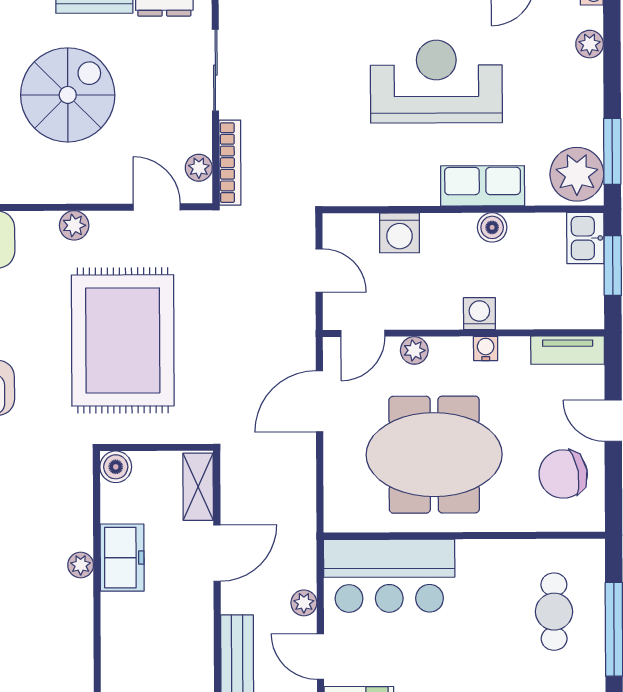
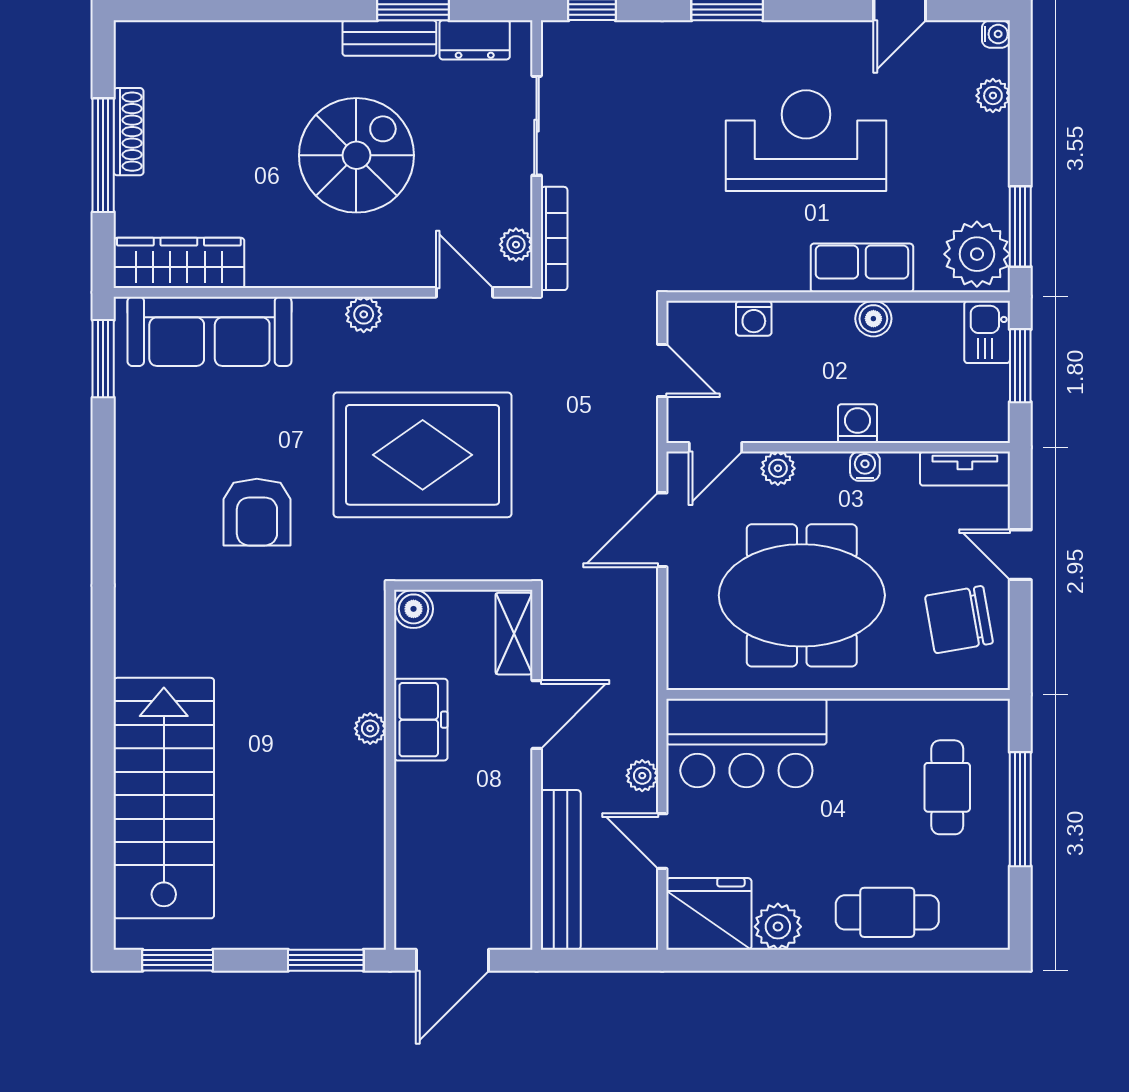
washing machine: (399, 233) -> (754, 318), width x0.73, depth x0.73
rug: (123, 340) -> (423, 455), turned 90

